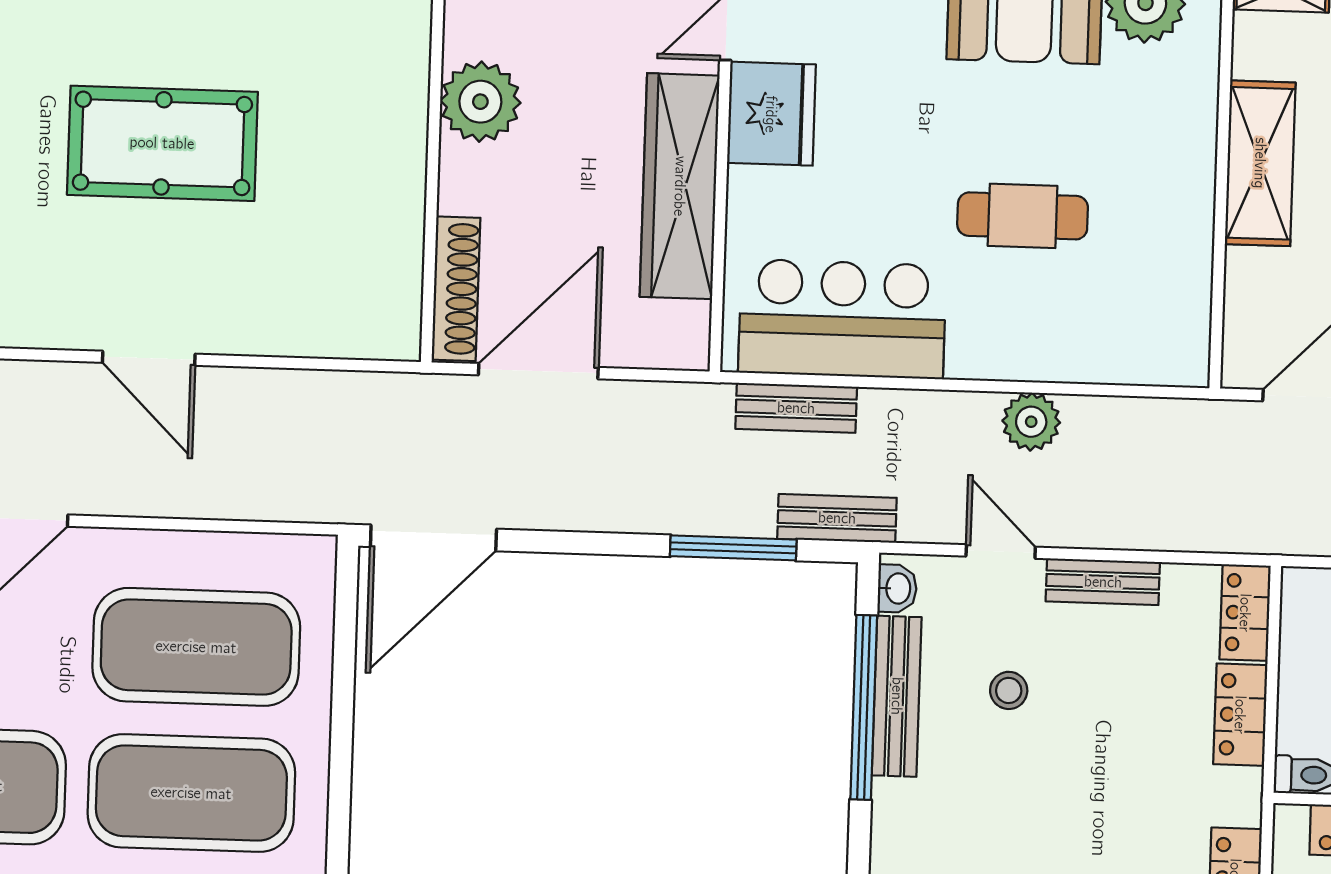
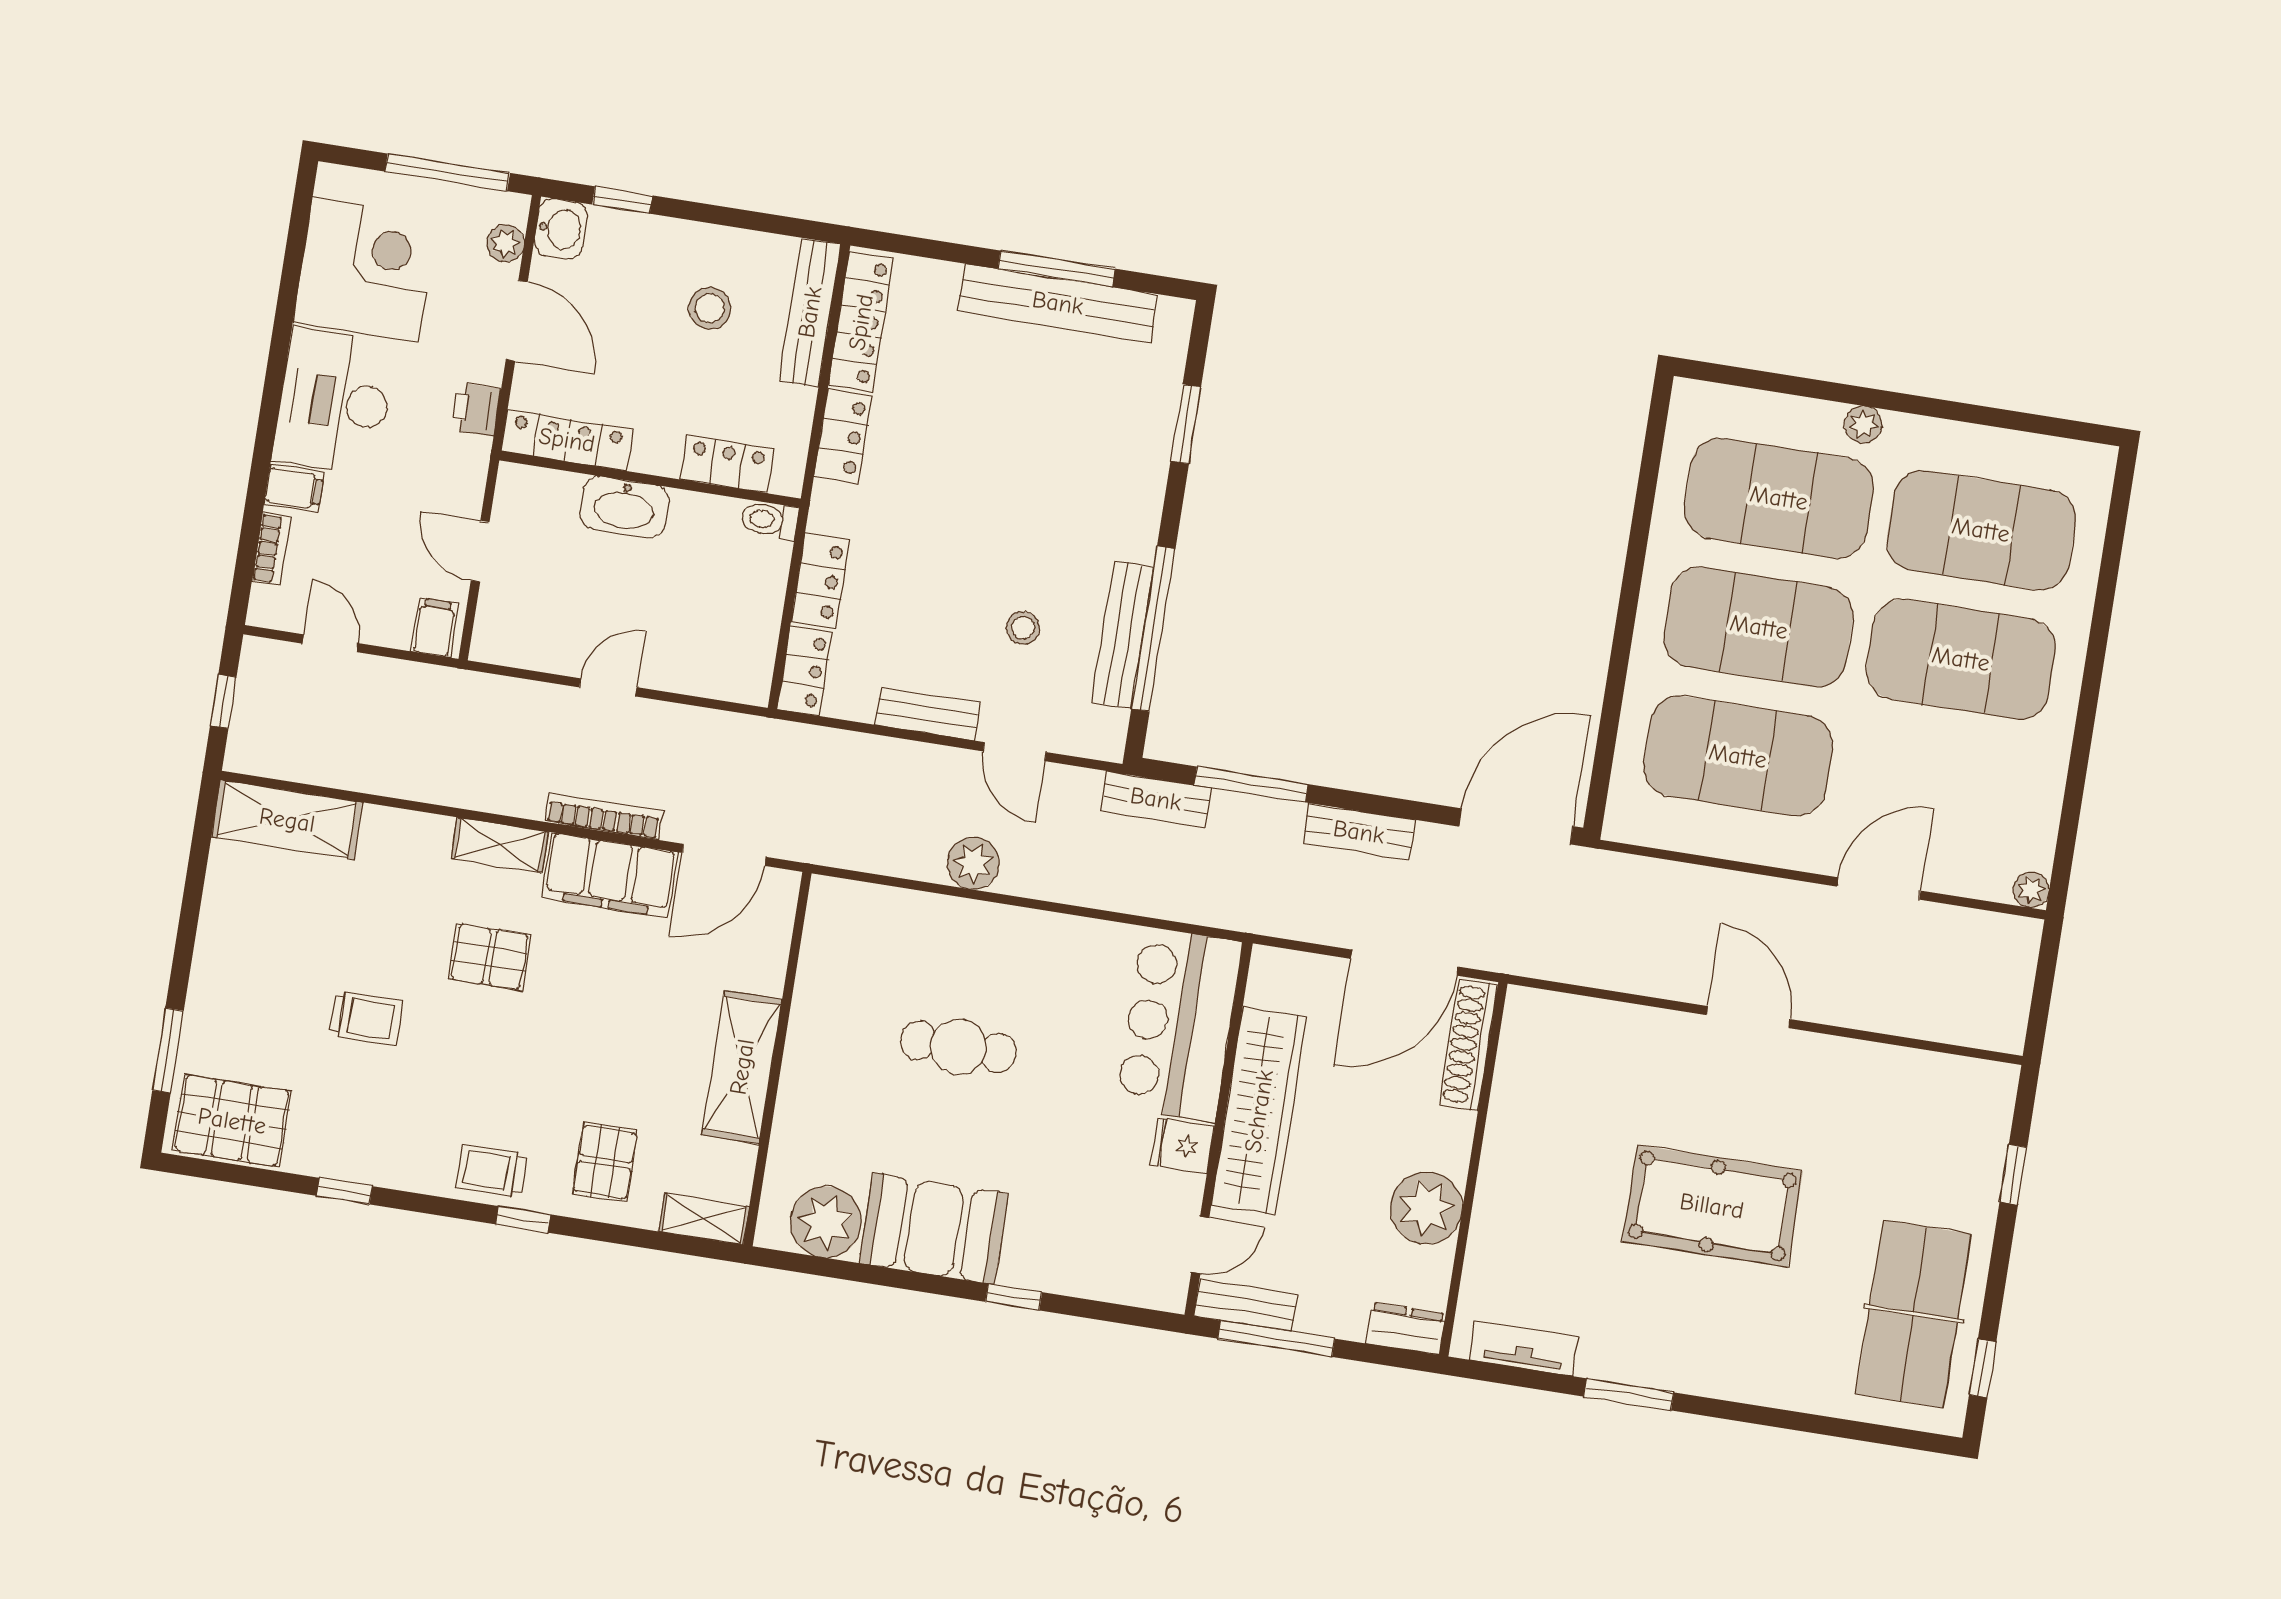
fridge: (771, 114) -> (1182, 1146), width x0.53, depth x0.75
bar counter: (842, 319) -> (1179, 1024), moved, turned 90
bench: (796, 408) -> (1359, 832), moved
washbasin: (897, 588) -> (1111, 730), removed

